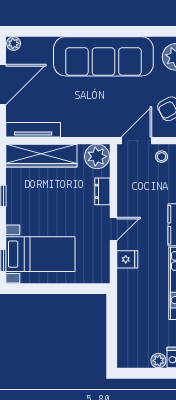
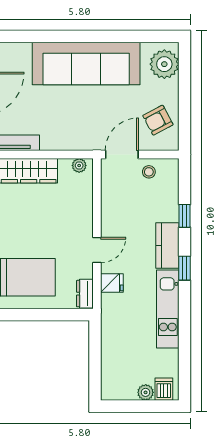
plant: (97, 156) -> (79, 165), width x0.53, depth x0.53
dresser: (102, 191) -> (85, 294), moved

